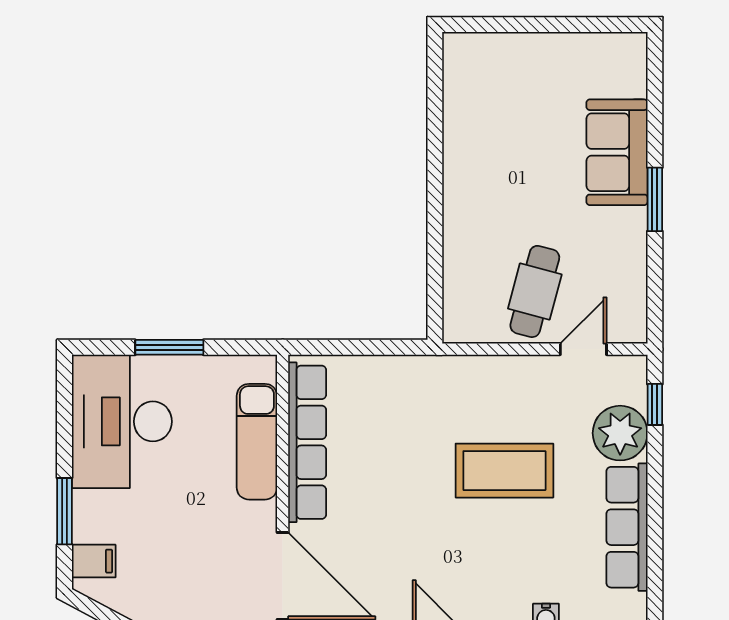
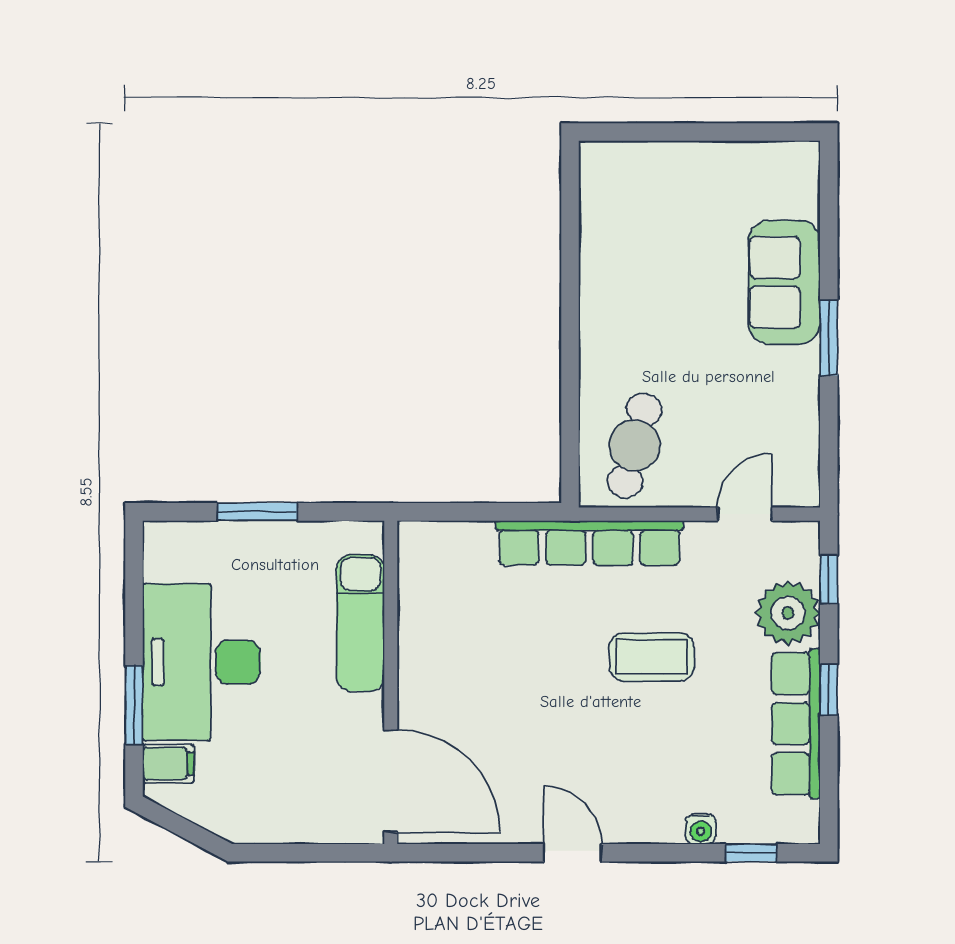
cafe table: (535, 291) -> (635, 445), moved
desk: (122, 421) -> (201, 662), moved
row of seats: (307, 442) -> (589, 543), moved, turned 90
coffee table: (504, 471) -> (652, 657), width x0.73, depth x0.76
window: (655, 498) -> (829, 690), added

